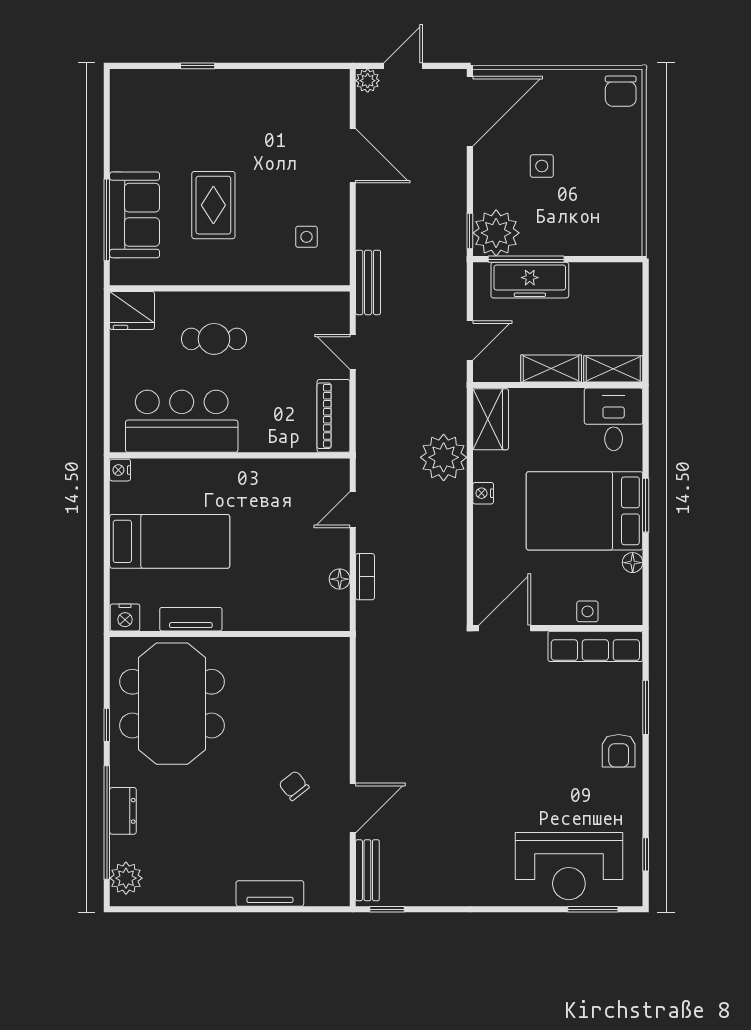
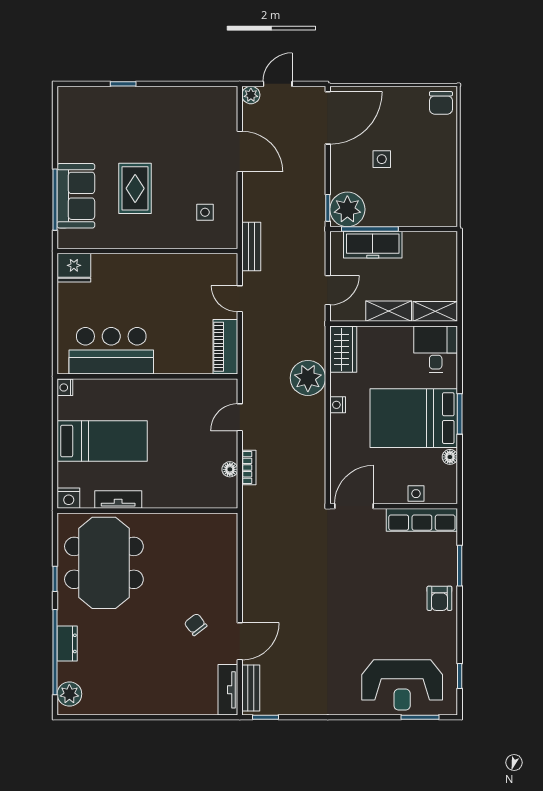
cafe table: (214, 339) -> (136, 289), removed
tv unit: (270, 893) -> (228, 690), moved, turned -90

